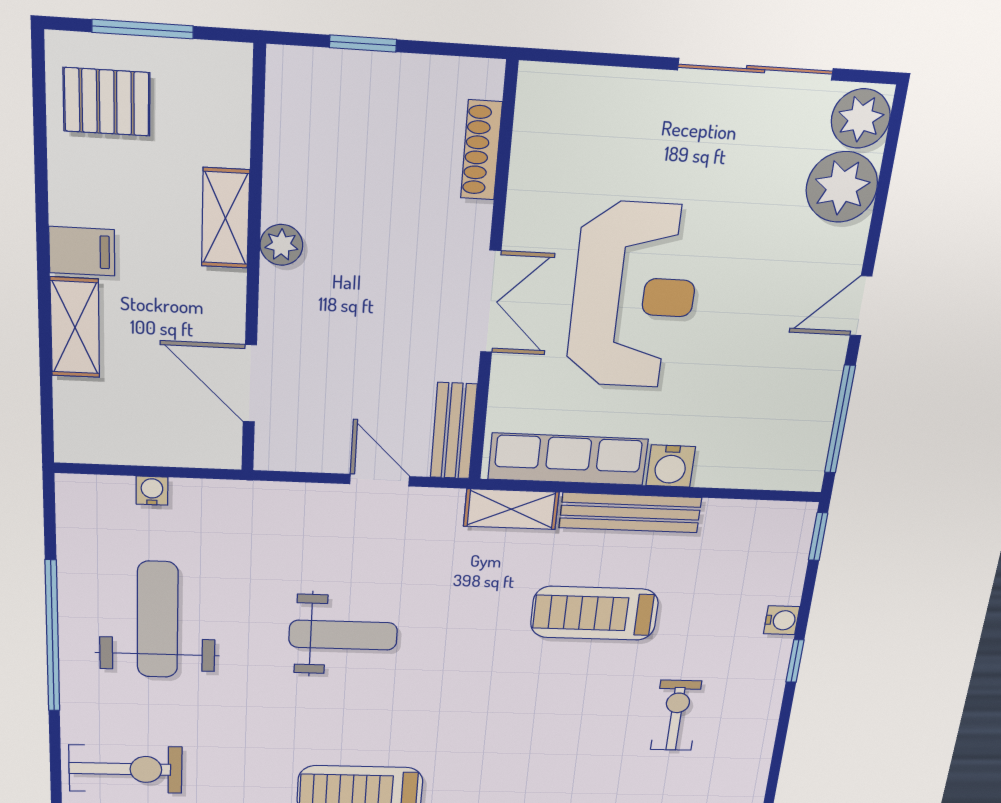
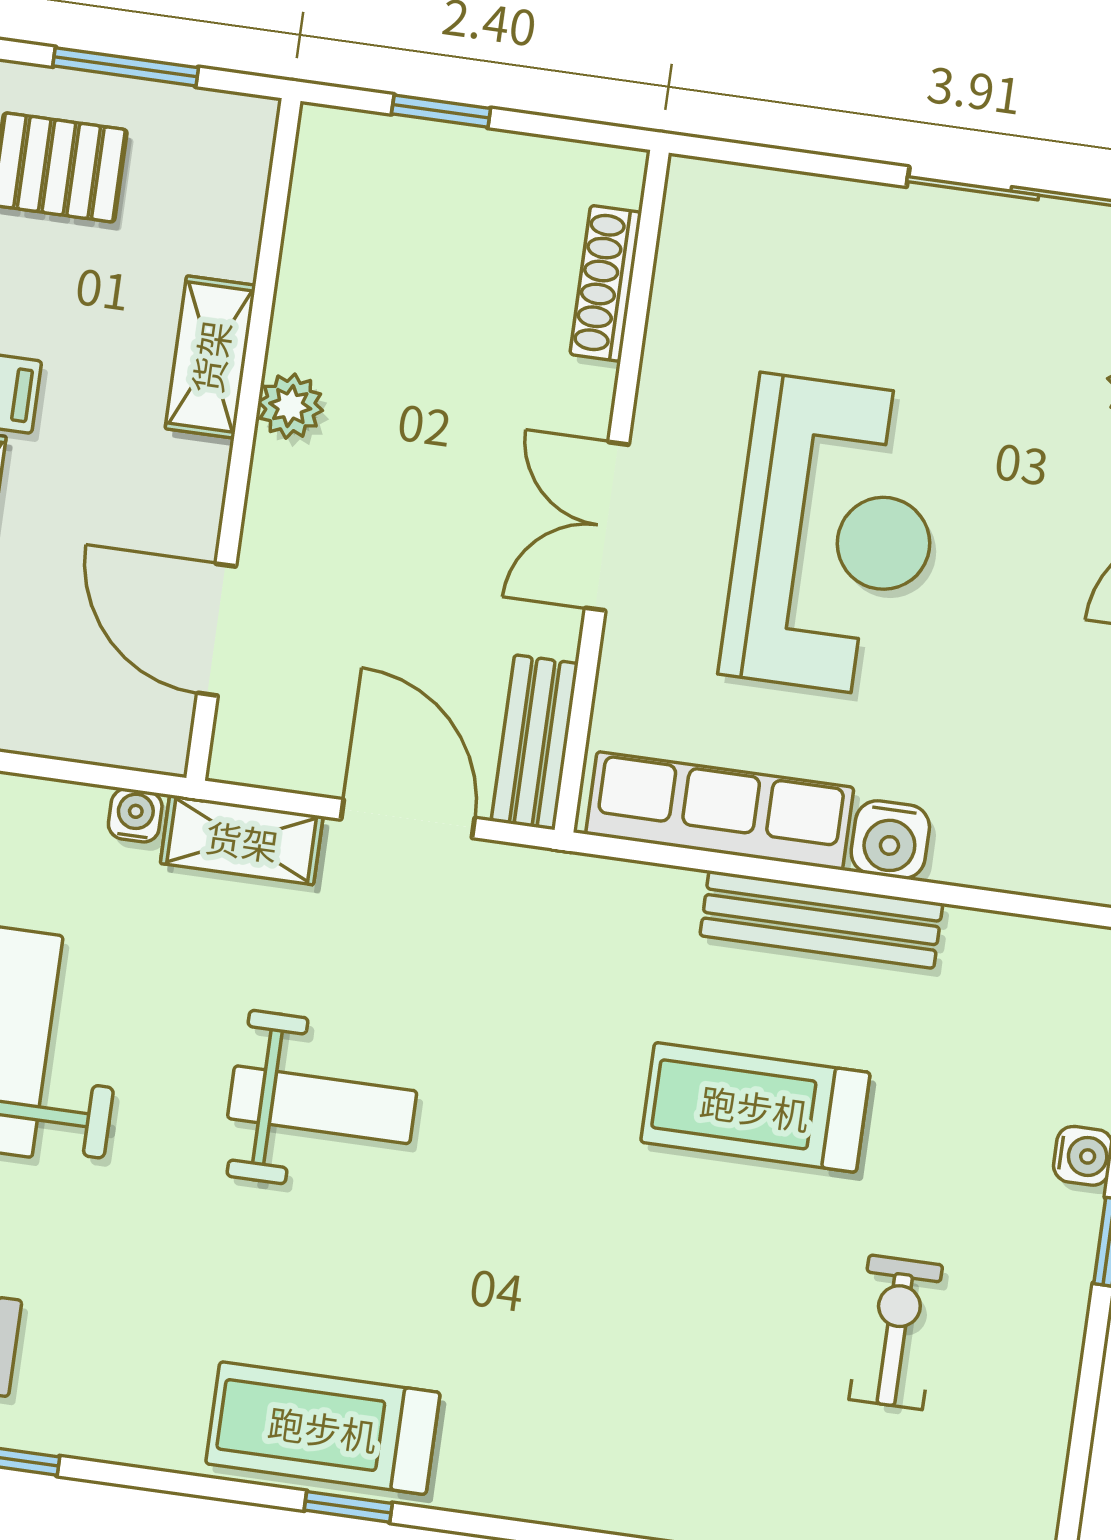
double door: (491, 302) -> (607, 526), swing flipped
door: (380, 480) -> (408, 819), width x1.38
water cooler: (152, 491) -> (135, 815), moved
shelving: (511, 509) -> (242, 840), moved

